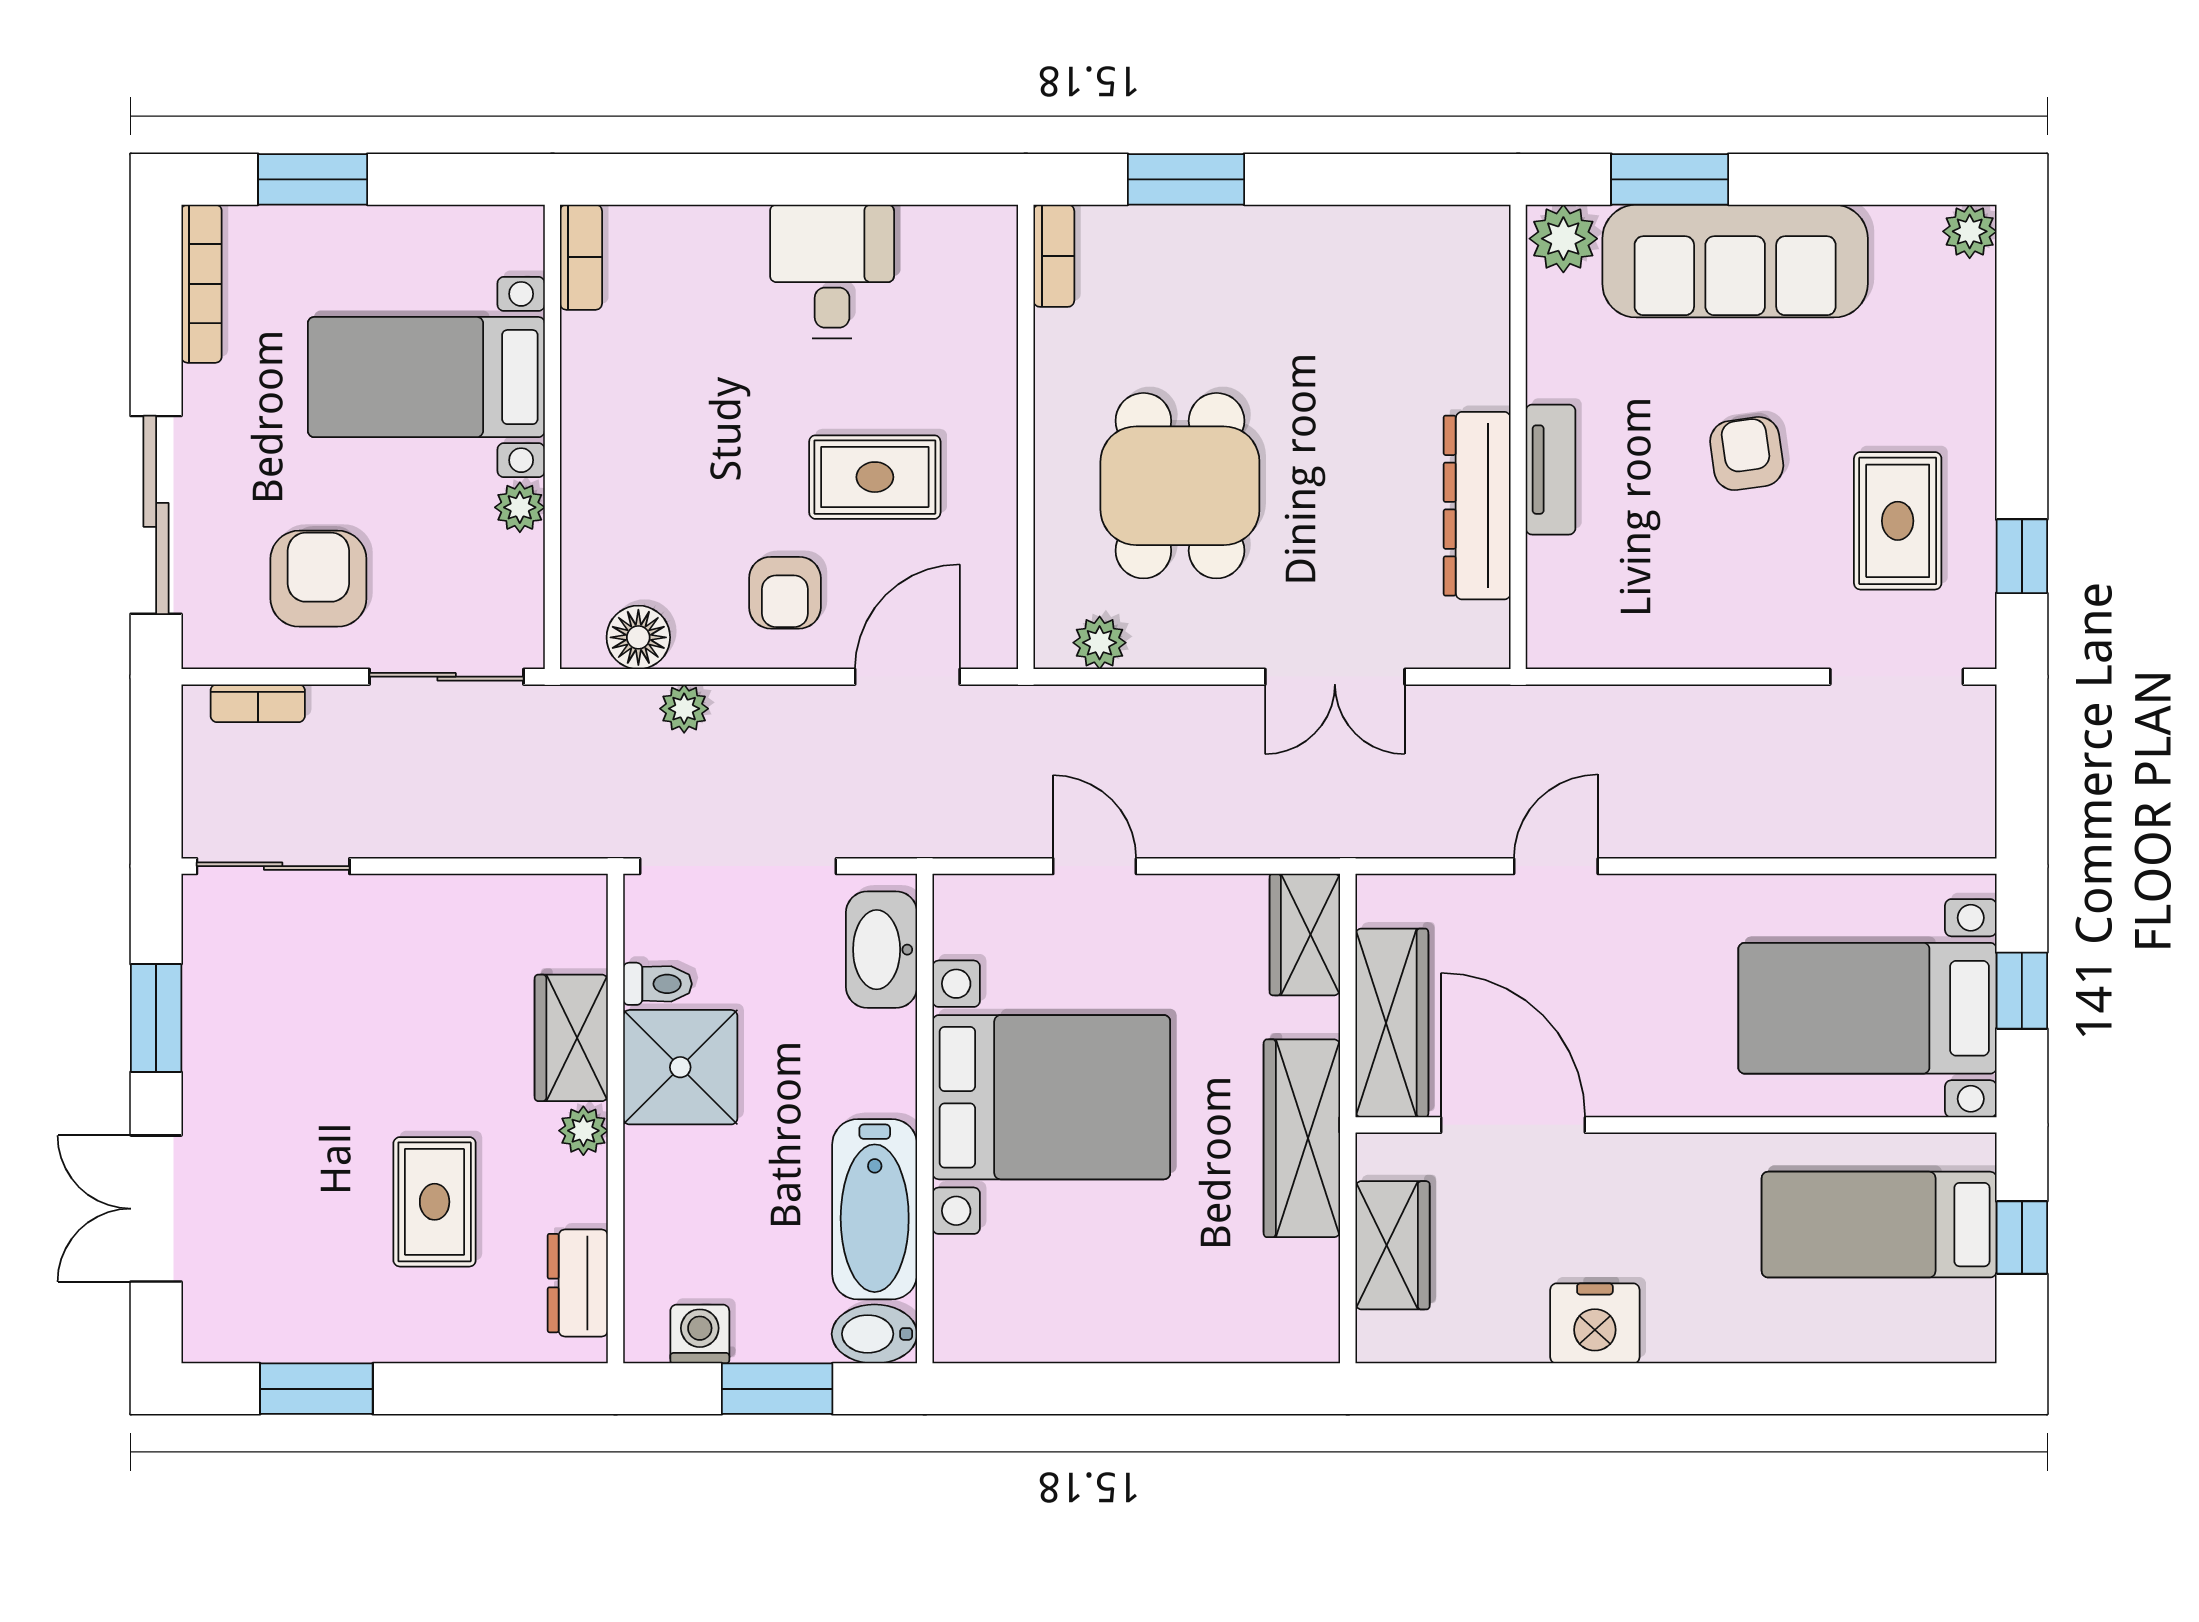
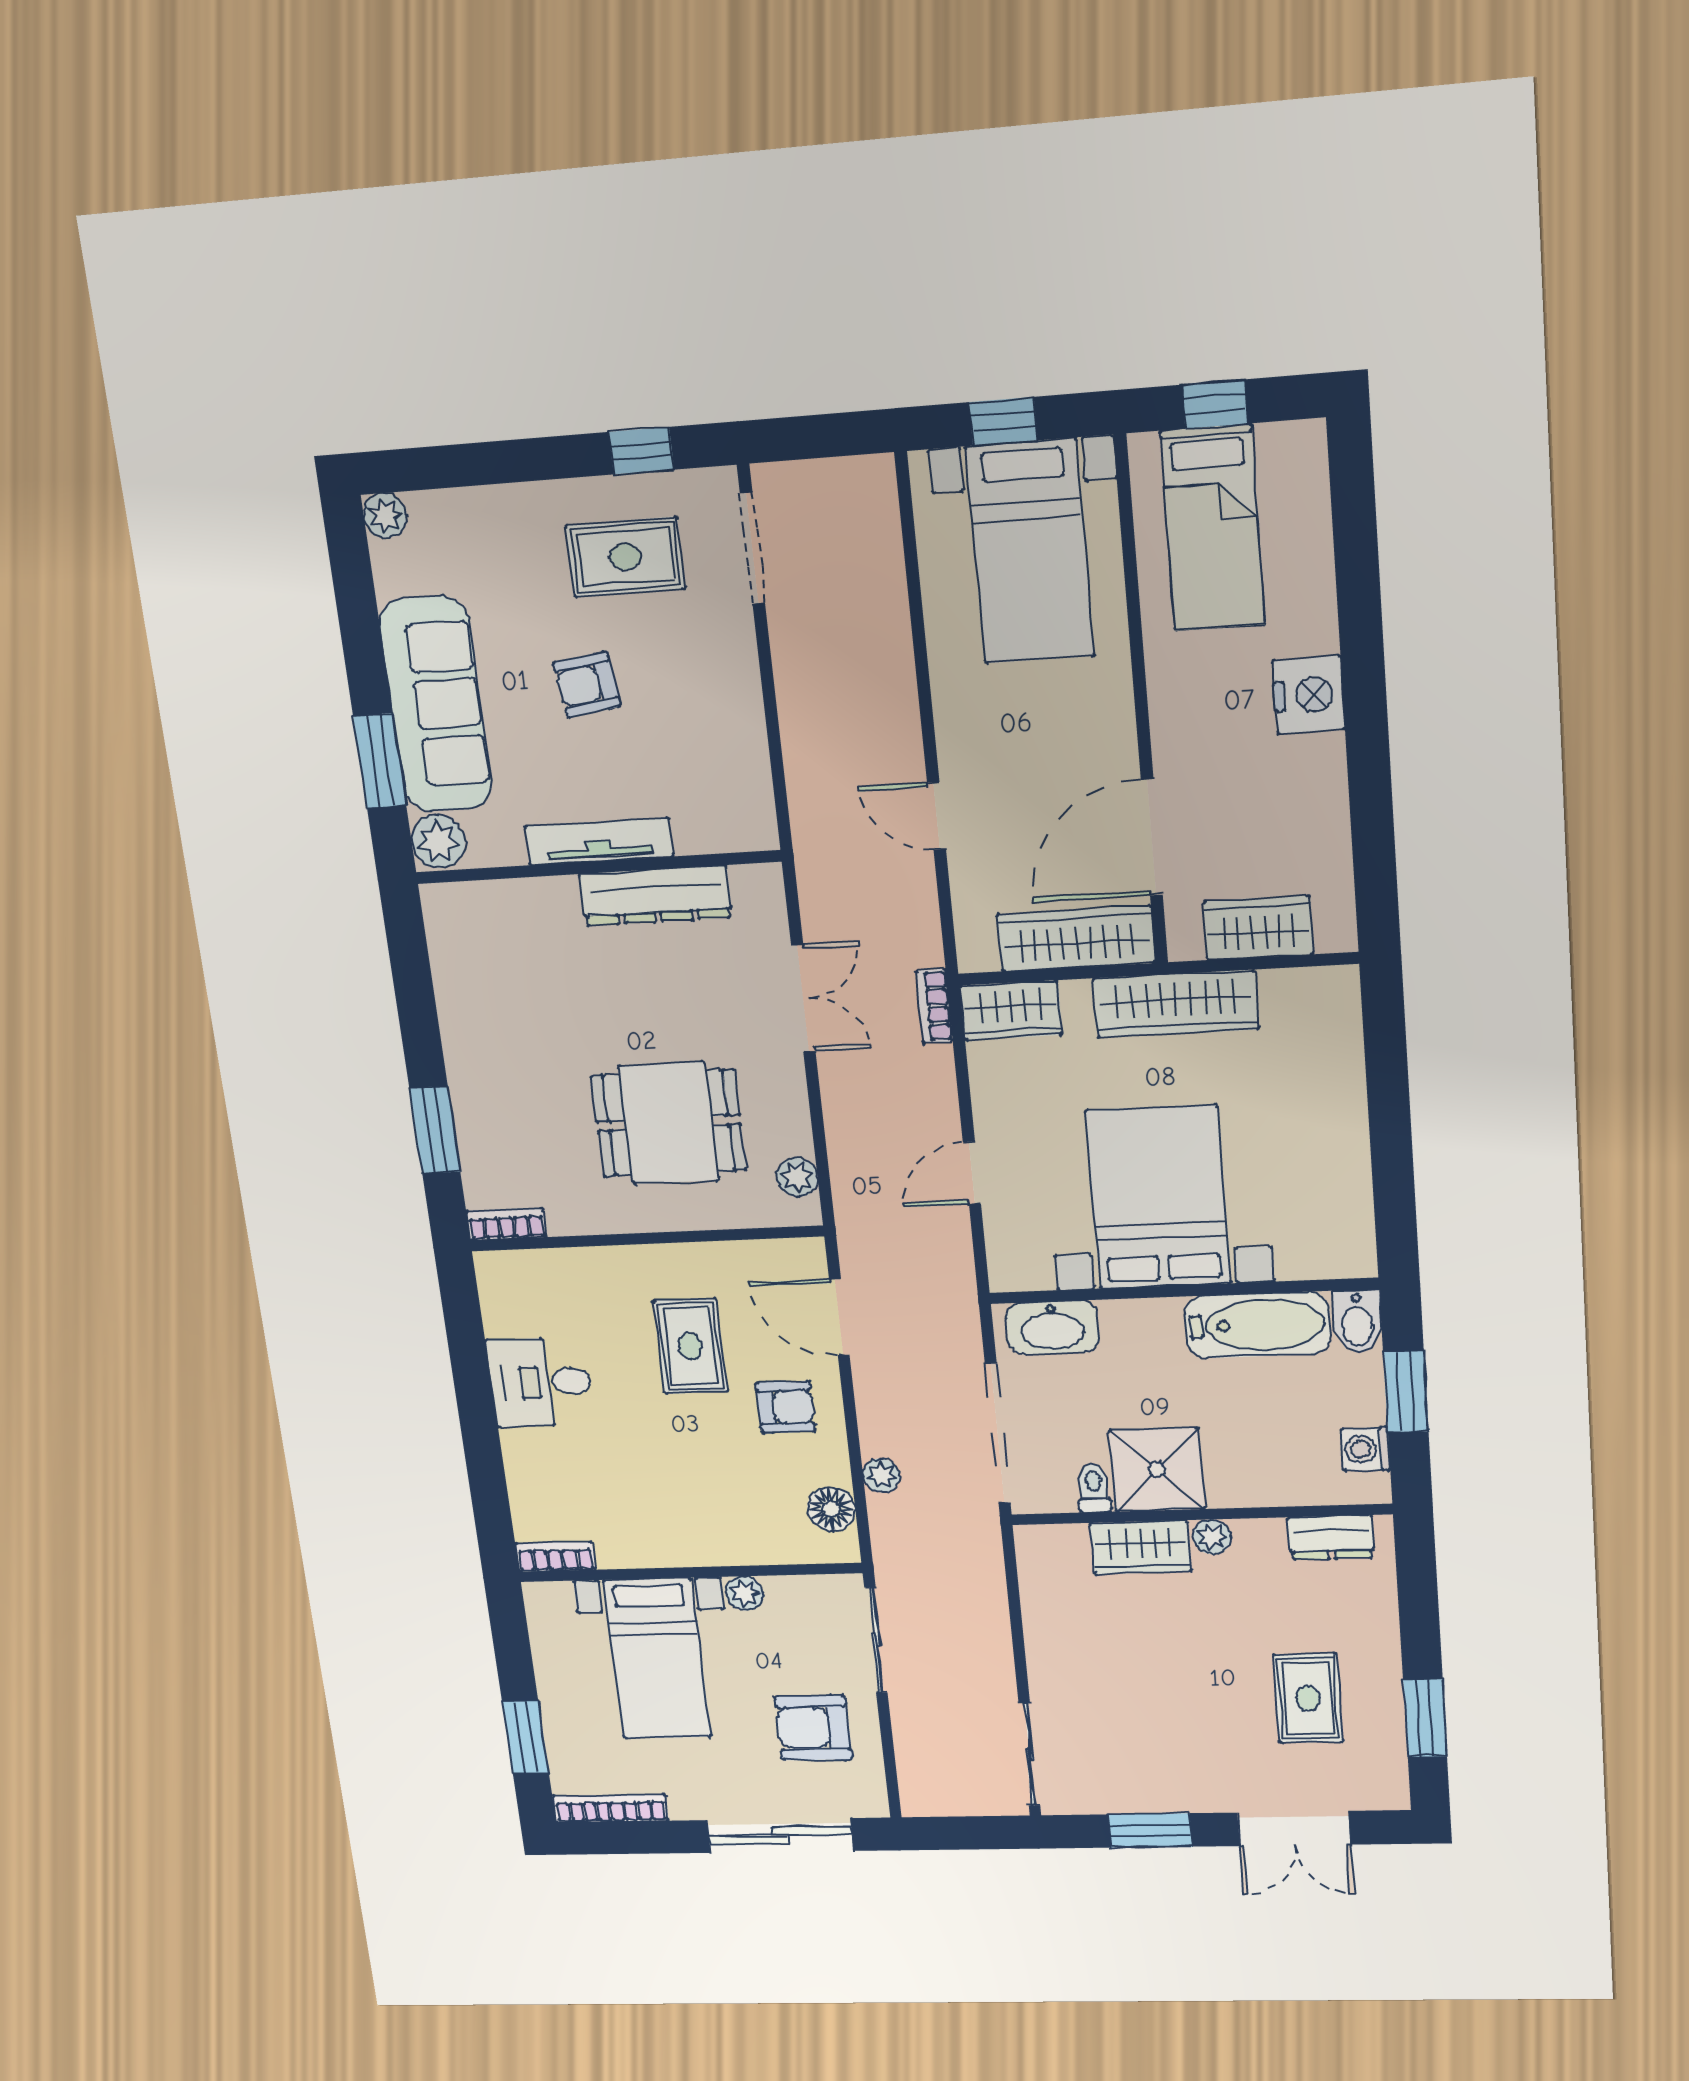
tv unit: (1551, 470) -> (599, 841), width x1.41
bookcase: (258, 703) -> (934, 1006), moved, turned 180
rug: (435, 1202) -> (1308, 1698), moved, turned 90
nightstand: (1595, 1323) -> (1309, 695), moved

